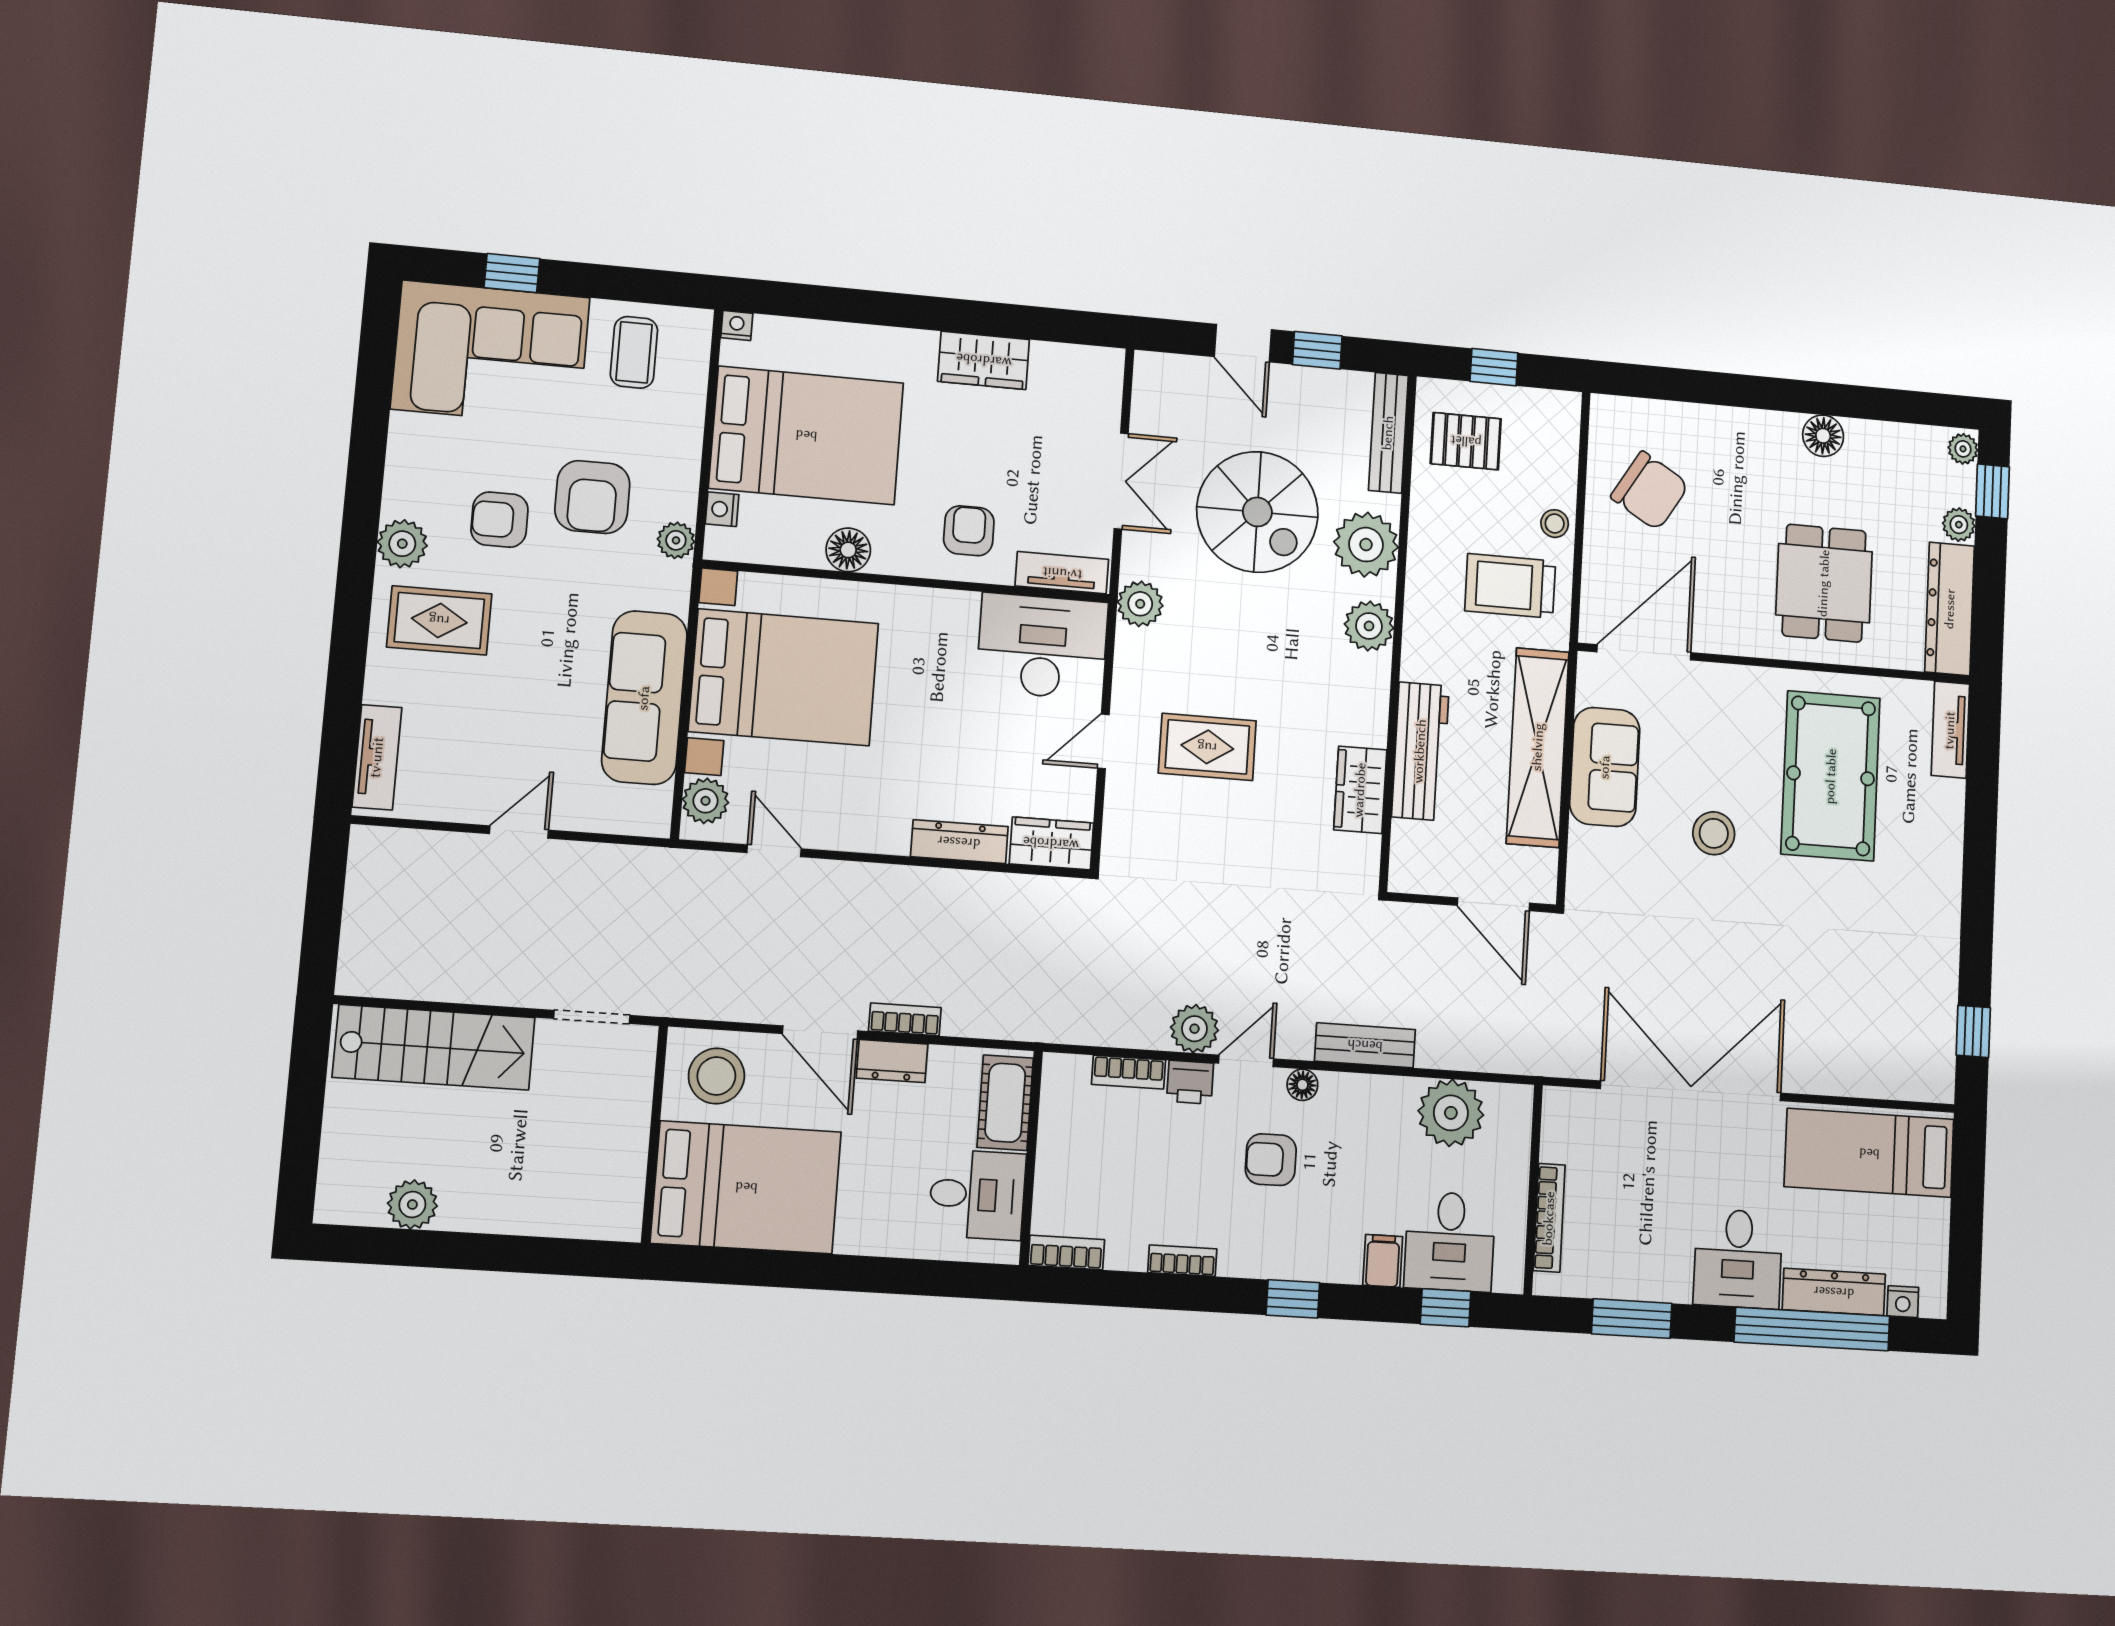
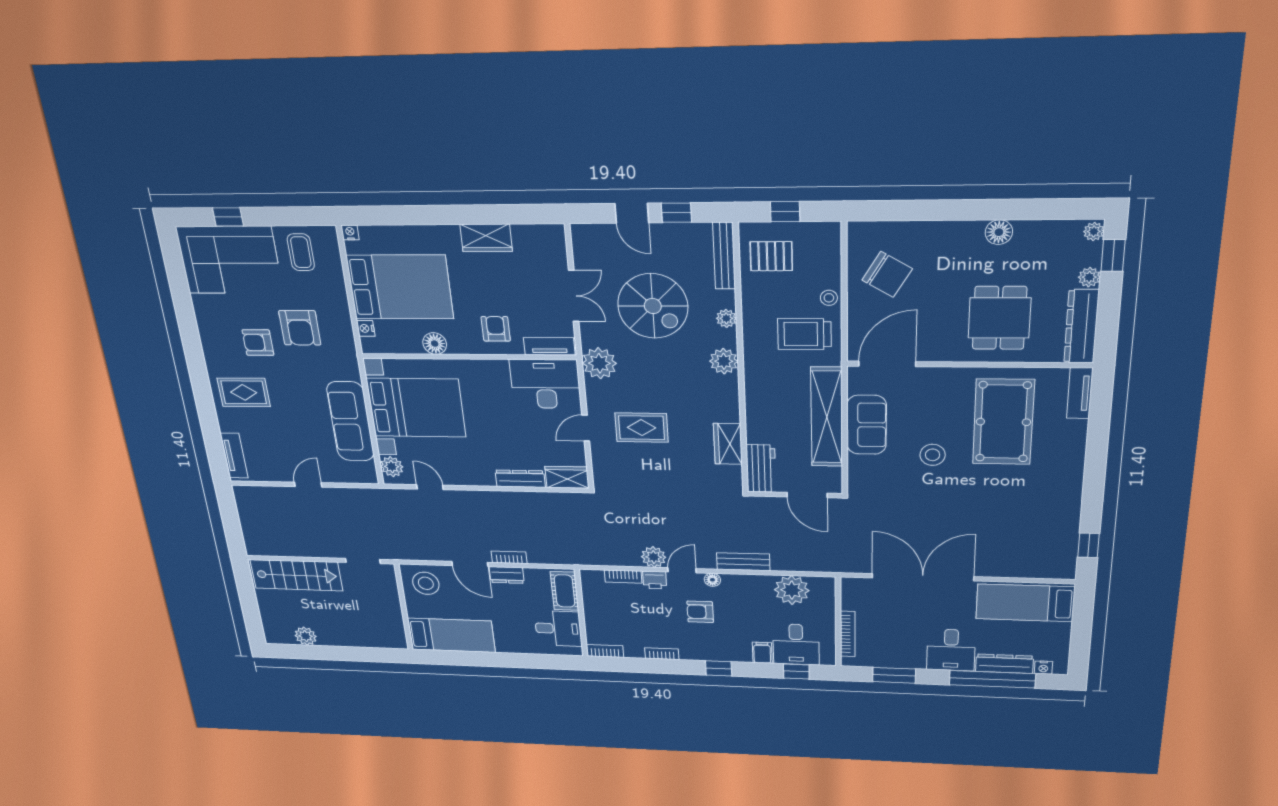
plant: (676, 540) -> (347, 346), removed
plant: (402, 544) -> (215, 358), removed
plant: (1366, 545) -> (726, 318), width x0.53, depth x0.53
plant: (1140, 604) -> (599, 363), width x1.36, depth x1.36
workbench: (1420, 751) -> (761, 469), moved, width x0.73
bed: (746, 1187) -> (451, 635), width x0.67

